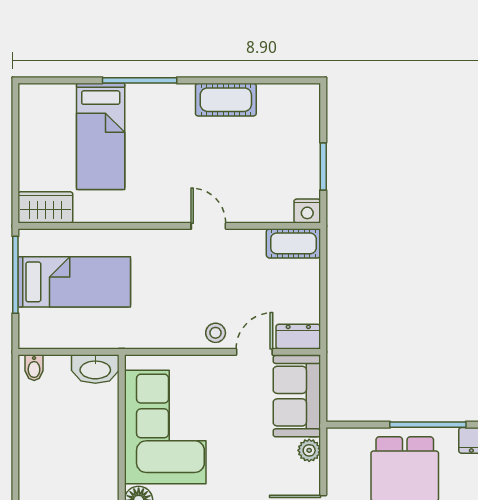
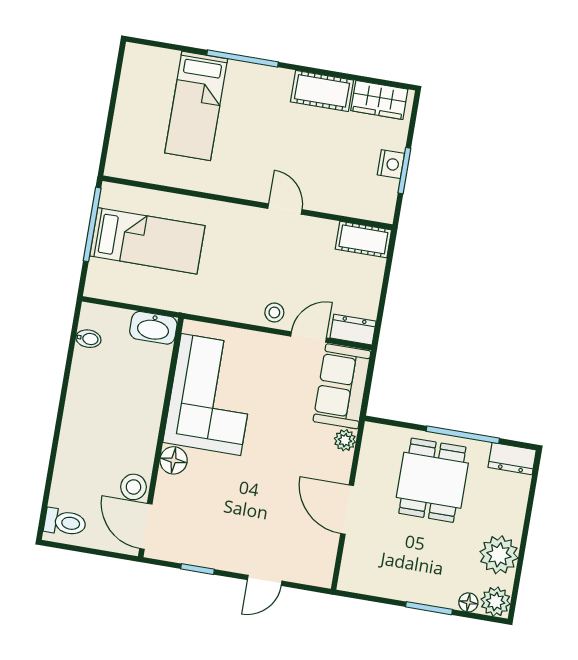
wardrobe: (45, 207) -> (379, 100), moved, turned 180
nightstand: (307, 211) -> (391, 164), moved, turned -90
bidet: (34, 368) -> (88, 339), moved, turned -90

